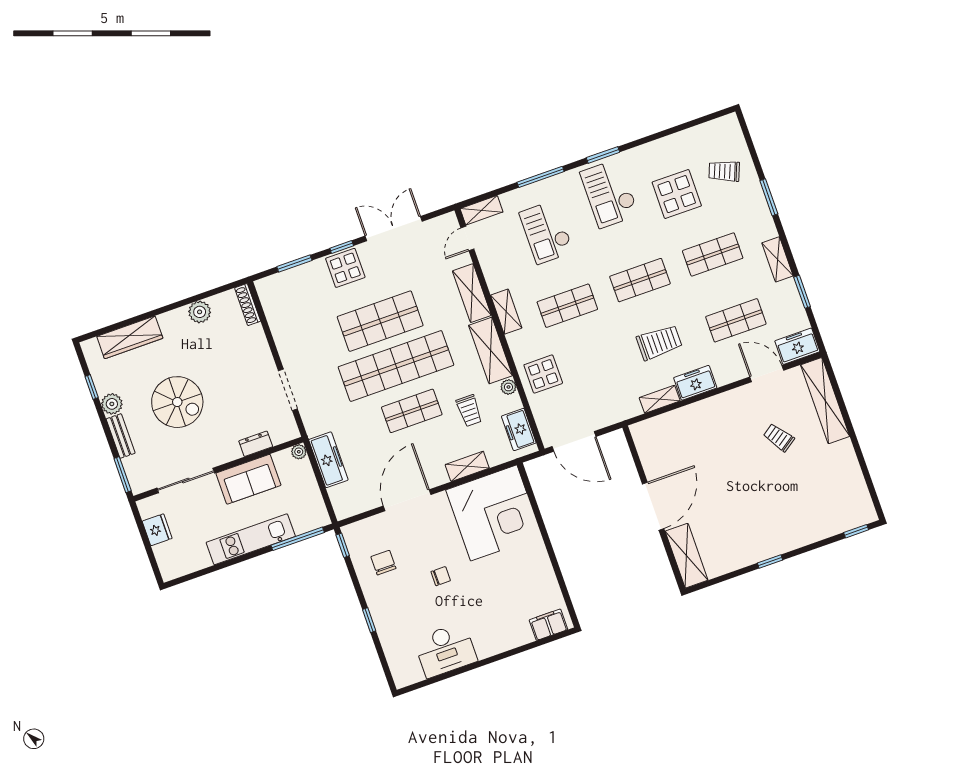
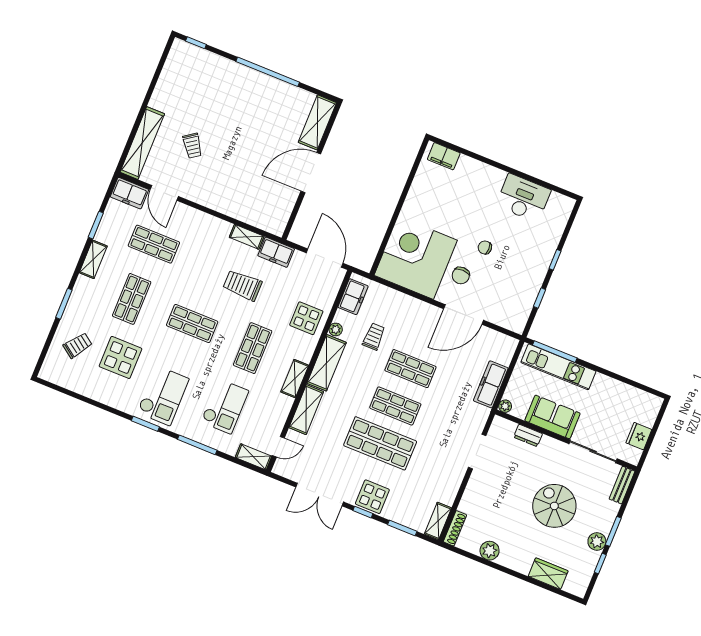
trolley: (724, 171) -> (78, 345), turned -76
shop shelf: (713, 254) -> (132, 299), turned 90
shop shelf: (567, 306) -> (253, 348), turned 90
wardrobe: (130, 337) -> (548, 574), width x0.67
trolley: (659, 342) -> (242, 285), moved
shop shelf: (396, 366) -> (395, 406), width x0.50, depth x0.74
freezer: (695, 383) -> (276, 252), moved
bench: (121, 436) -> (622, 485), moved
shelving: (467, 466) -> (438, 521), moved, turned 90
window: (123, 475) -> (613, 531), moved
kitchen unit: (251, 539) -> (558, 367), moved
window: (343, 545) -> (540, 298), moved
window: (770, 562) -> (268, 72), width x3.17
chair: (383, 563) -> (461, 275), moved

